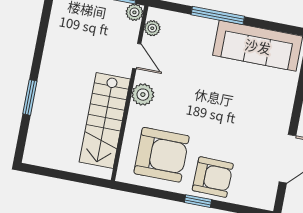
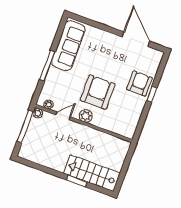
stairs: (105, 121) -> (92, 173), moved, turned 180
armchair: (162, 155) -> (98, 92), moved

